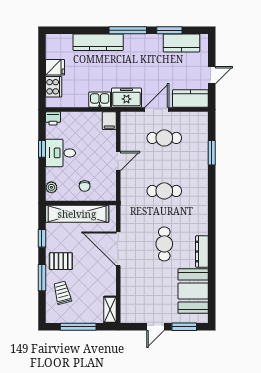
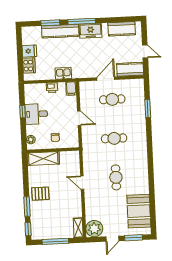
window: (169, 30) -> (50, 23), moved
door: (212, 75) -> (145, 51), hinge flipped
freezer: (126, 98) -> (91, 31), moved, turned 180
printer: (53, 118) -> (52, 88), moved
door: (118, 161) -> (79, 118), hinge flipped
shelving: (77, 214) -> (43, 159), width x0.68
window: (42, 238) -> (28, 229), moved
door: (118, 249) -> (82, 183), width x0.53
dresser: (202, 252) -> (144, 182), removed
trolley: (62, 293) -> (42, 217), removed
plant: (132, 312) -> (94, 229), added

